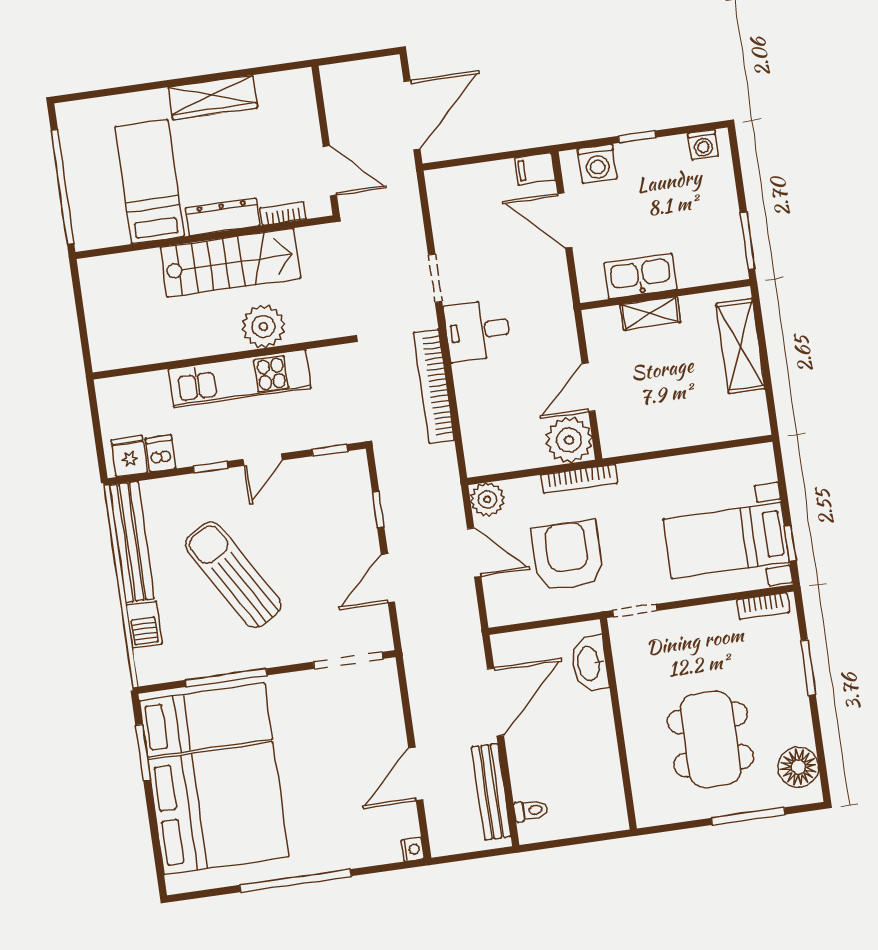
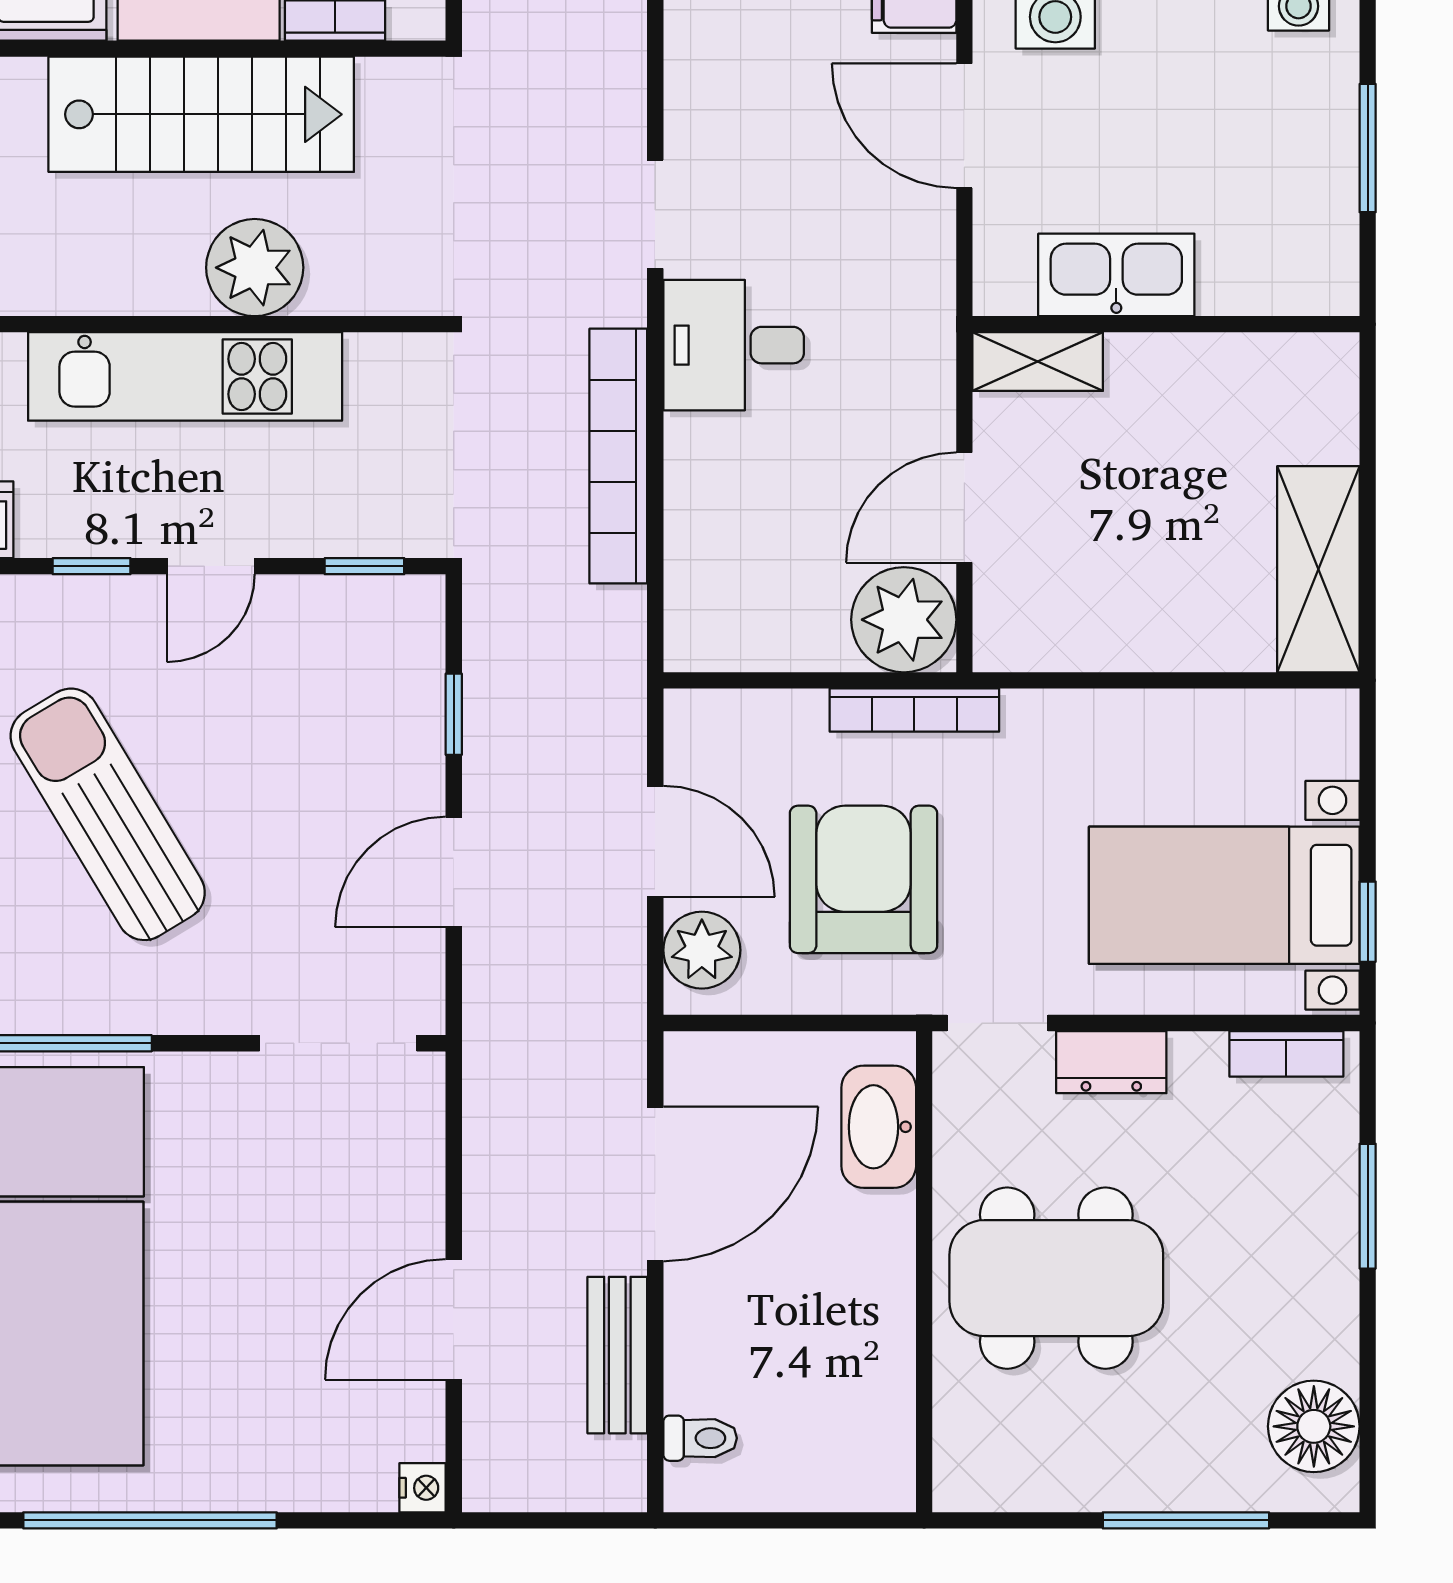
window: (747, 241) -> (1368, 148), moved
shelving: (650, 313) -> (1038, 362), moved
shelving: (740, 346) -> (1318, 569), moved
plant: (487, 499) -> (702, 950), moved
dresser: (687, 621) -> (1111, 1062), added
dining table: (711, 739) -> (1056, 1278), moved, turned 90
bench: (491, 792) -> (617, 1355), width x0.73

